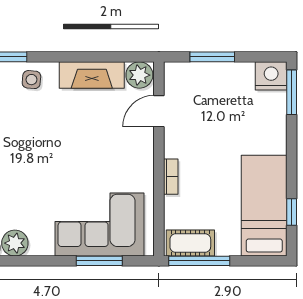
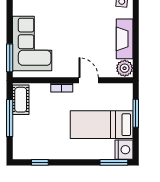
door: (159, 111) -> (89, 80), moved
bed: (264, 206) -> (102, 125), moved, turned 180
window: (99, 261) -> (10, 58), moved
window: (199, 261) -> (10, 118), moved

